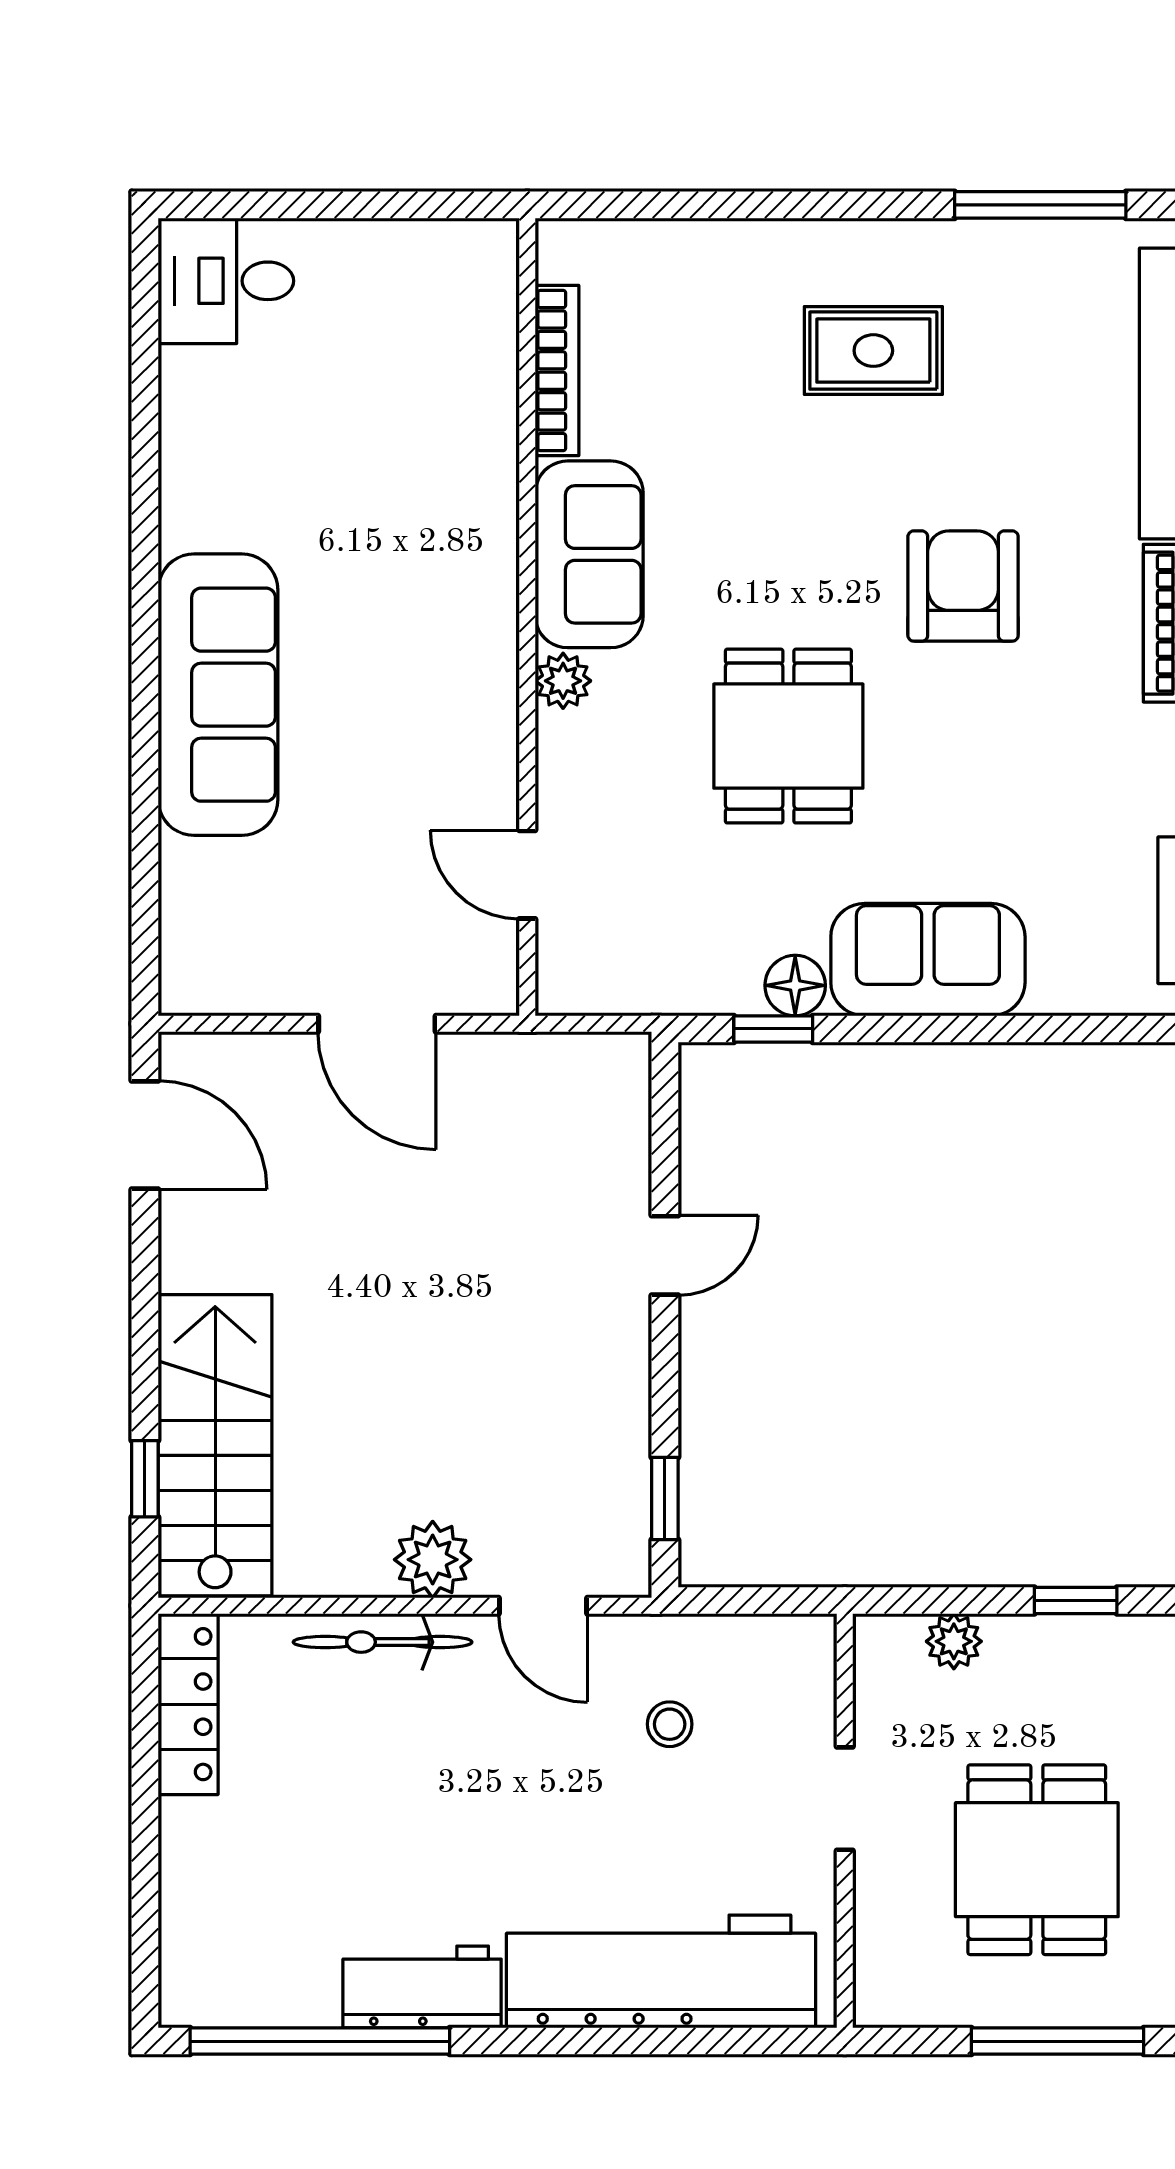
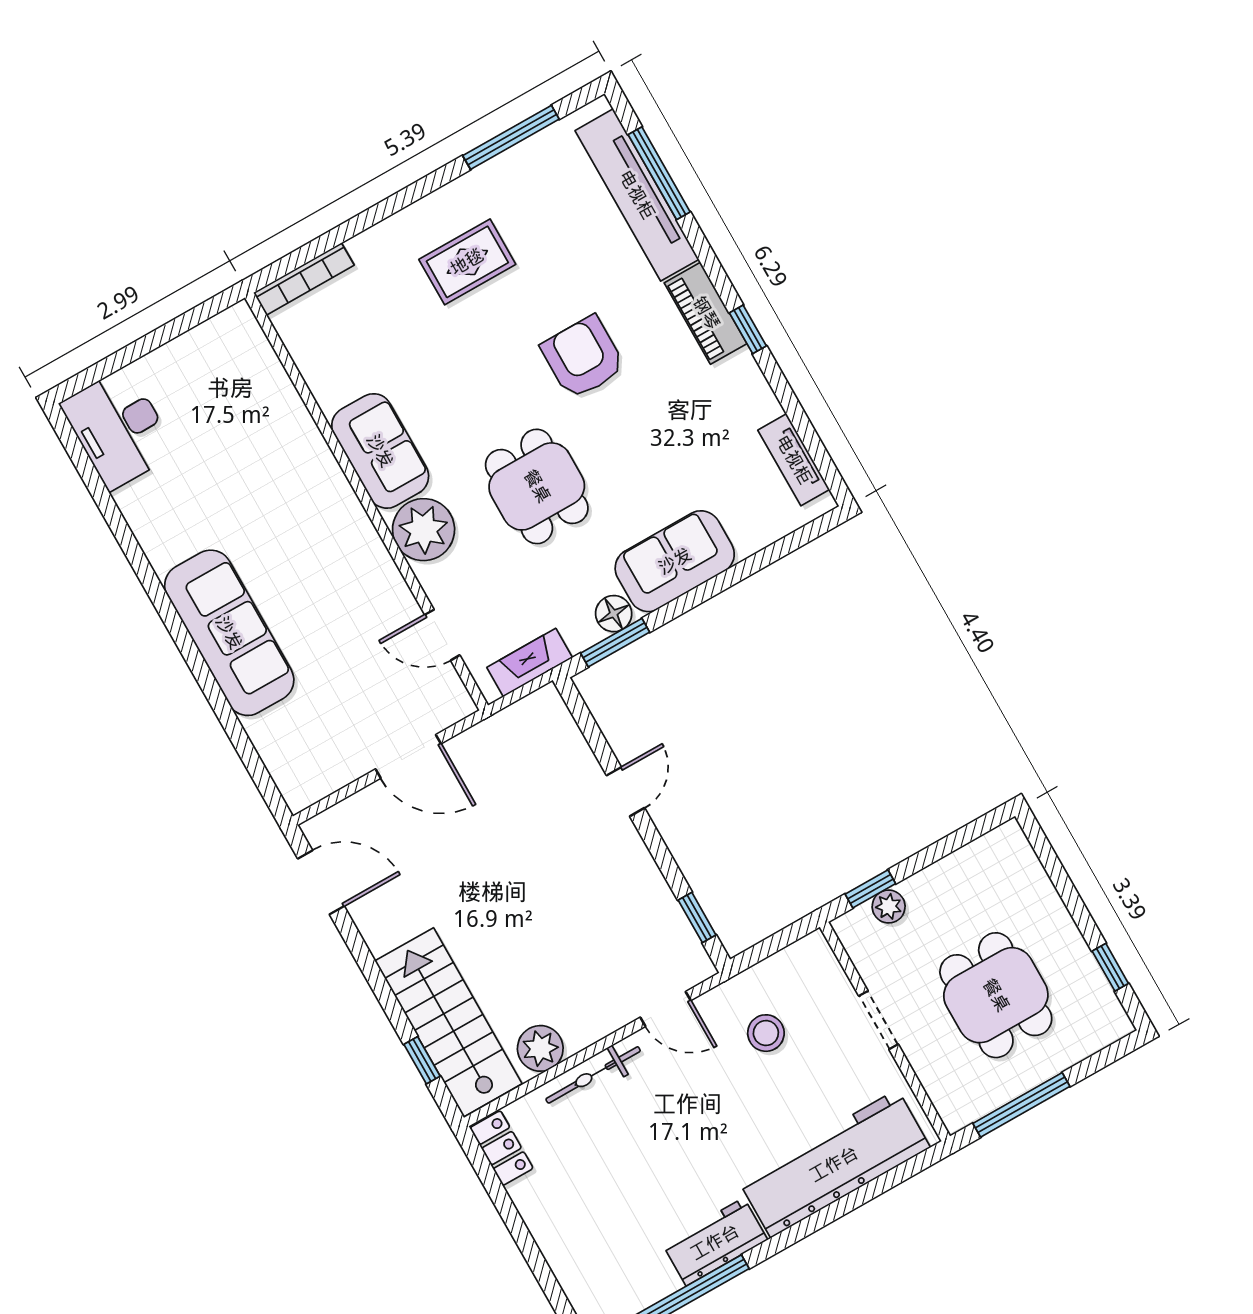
desk: (226, 281) -> (118, 428), width x1.37
bookcase: (557, 371) -> (304, 279), moved, turned 90
plant: (563, 681) -> (424, 530), width x1.88, depth x1.88
fireplace: (632, 987) -> (530, 663), added
window: (773, 1029) -> (615, 643), width x1.50
plant: (433, 1560) -> (540, 1048), moved
window: (1076, 1600) -> (870, 889), moved
locker: (188, 1704) -> (502, 1148), width x0.66
stool: (670, 1724) -> (766, 1033), width x1.37, depth x1.37
window: (1058, 2041) -> (1021, 1105), moved

